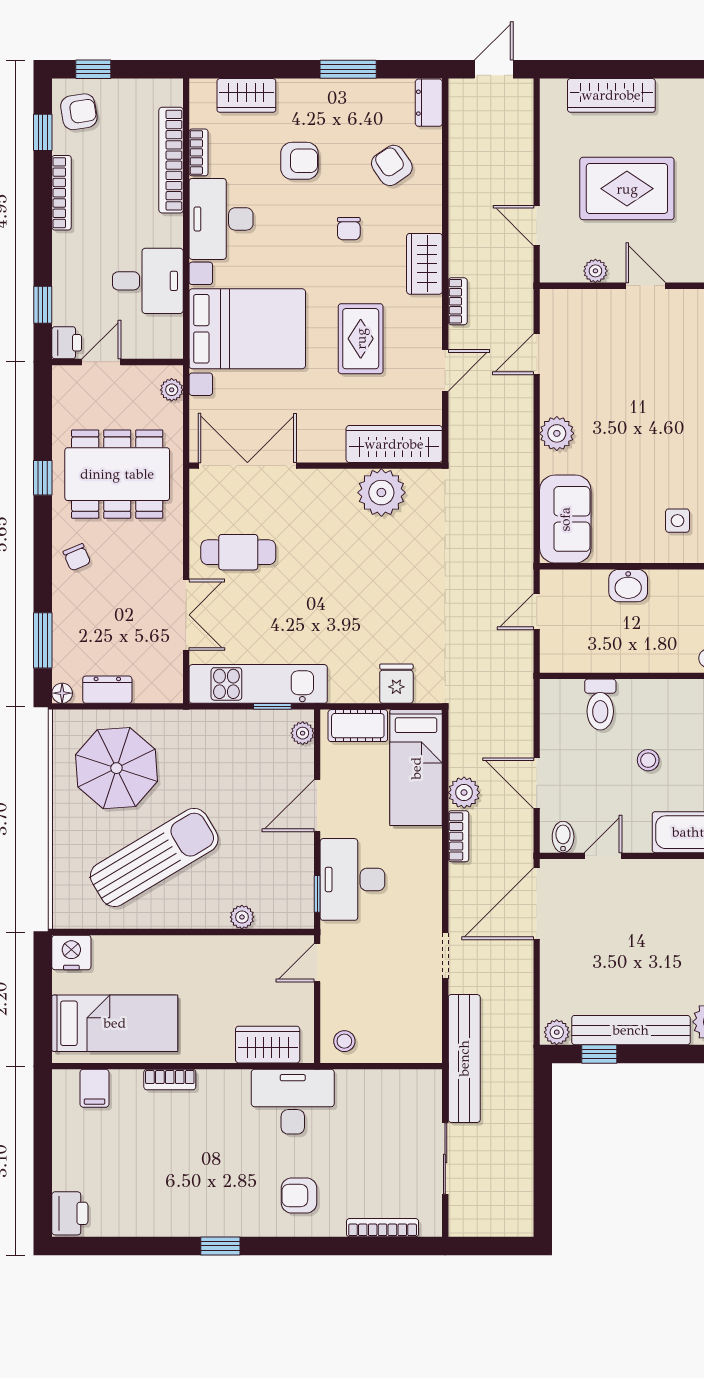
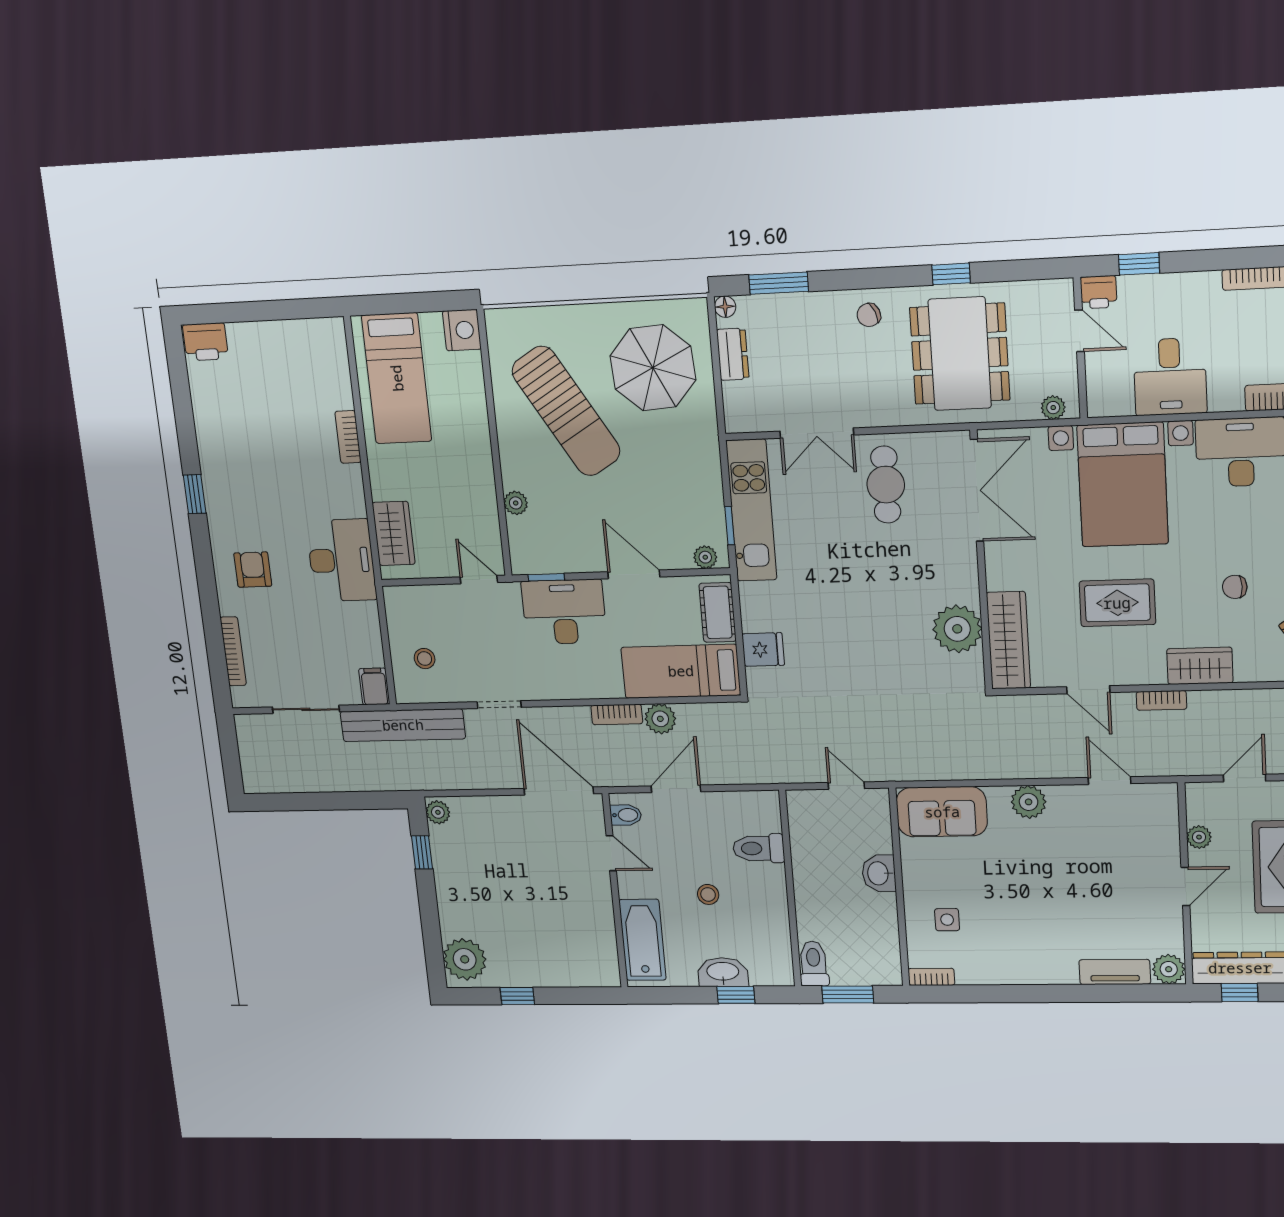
bench: (631, 1030) -> (448, 882), removed
stool: (344, 1041) -> (425, 659), moved
filing cabinet: (95, 1088) -> (374, 686), moved, turned 90

